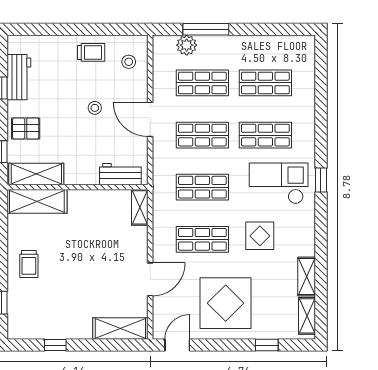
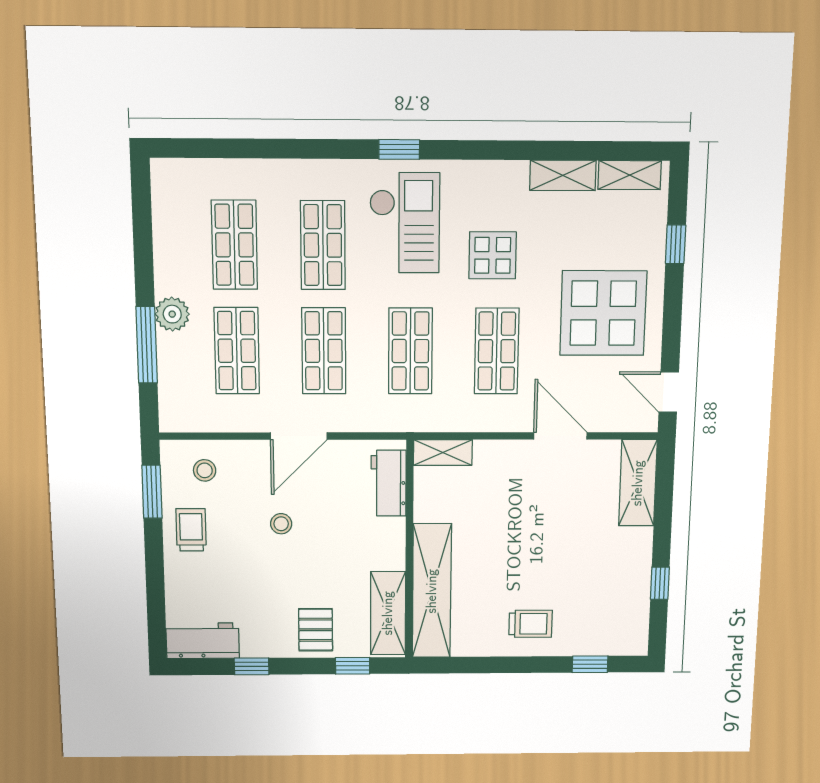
window: (115, 29) -> (152, 492), added
plant: (187, 45) -> (172, 314), moved
workbench: (19, 77) -> (203, 641), moved
checkout: (279, 183) -> (405, 223), turned 180
shelving: (37, 201) -> (432, 591), width x1.47

